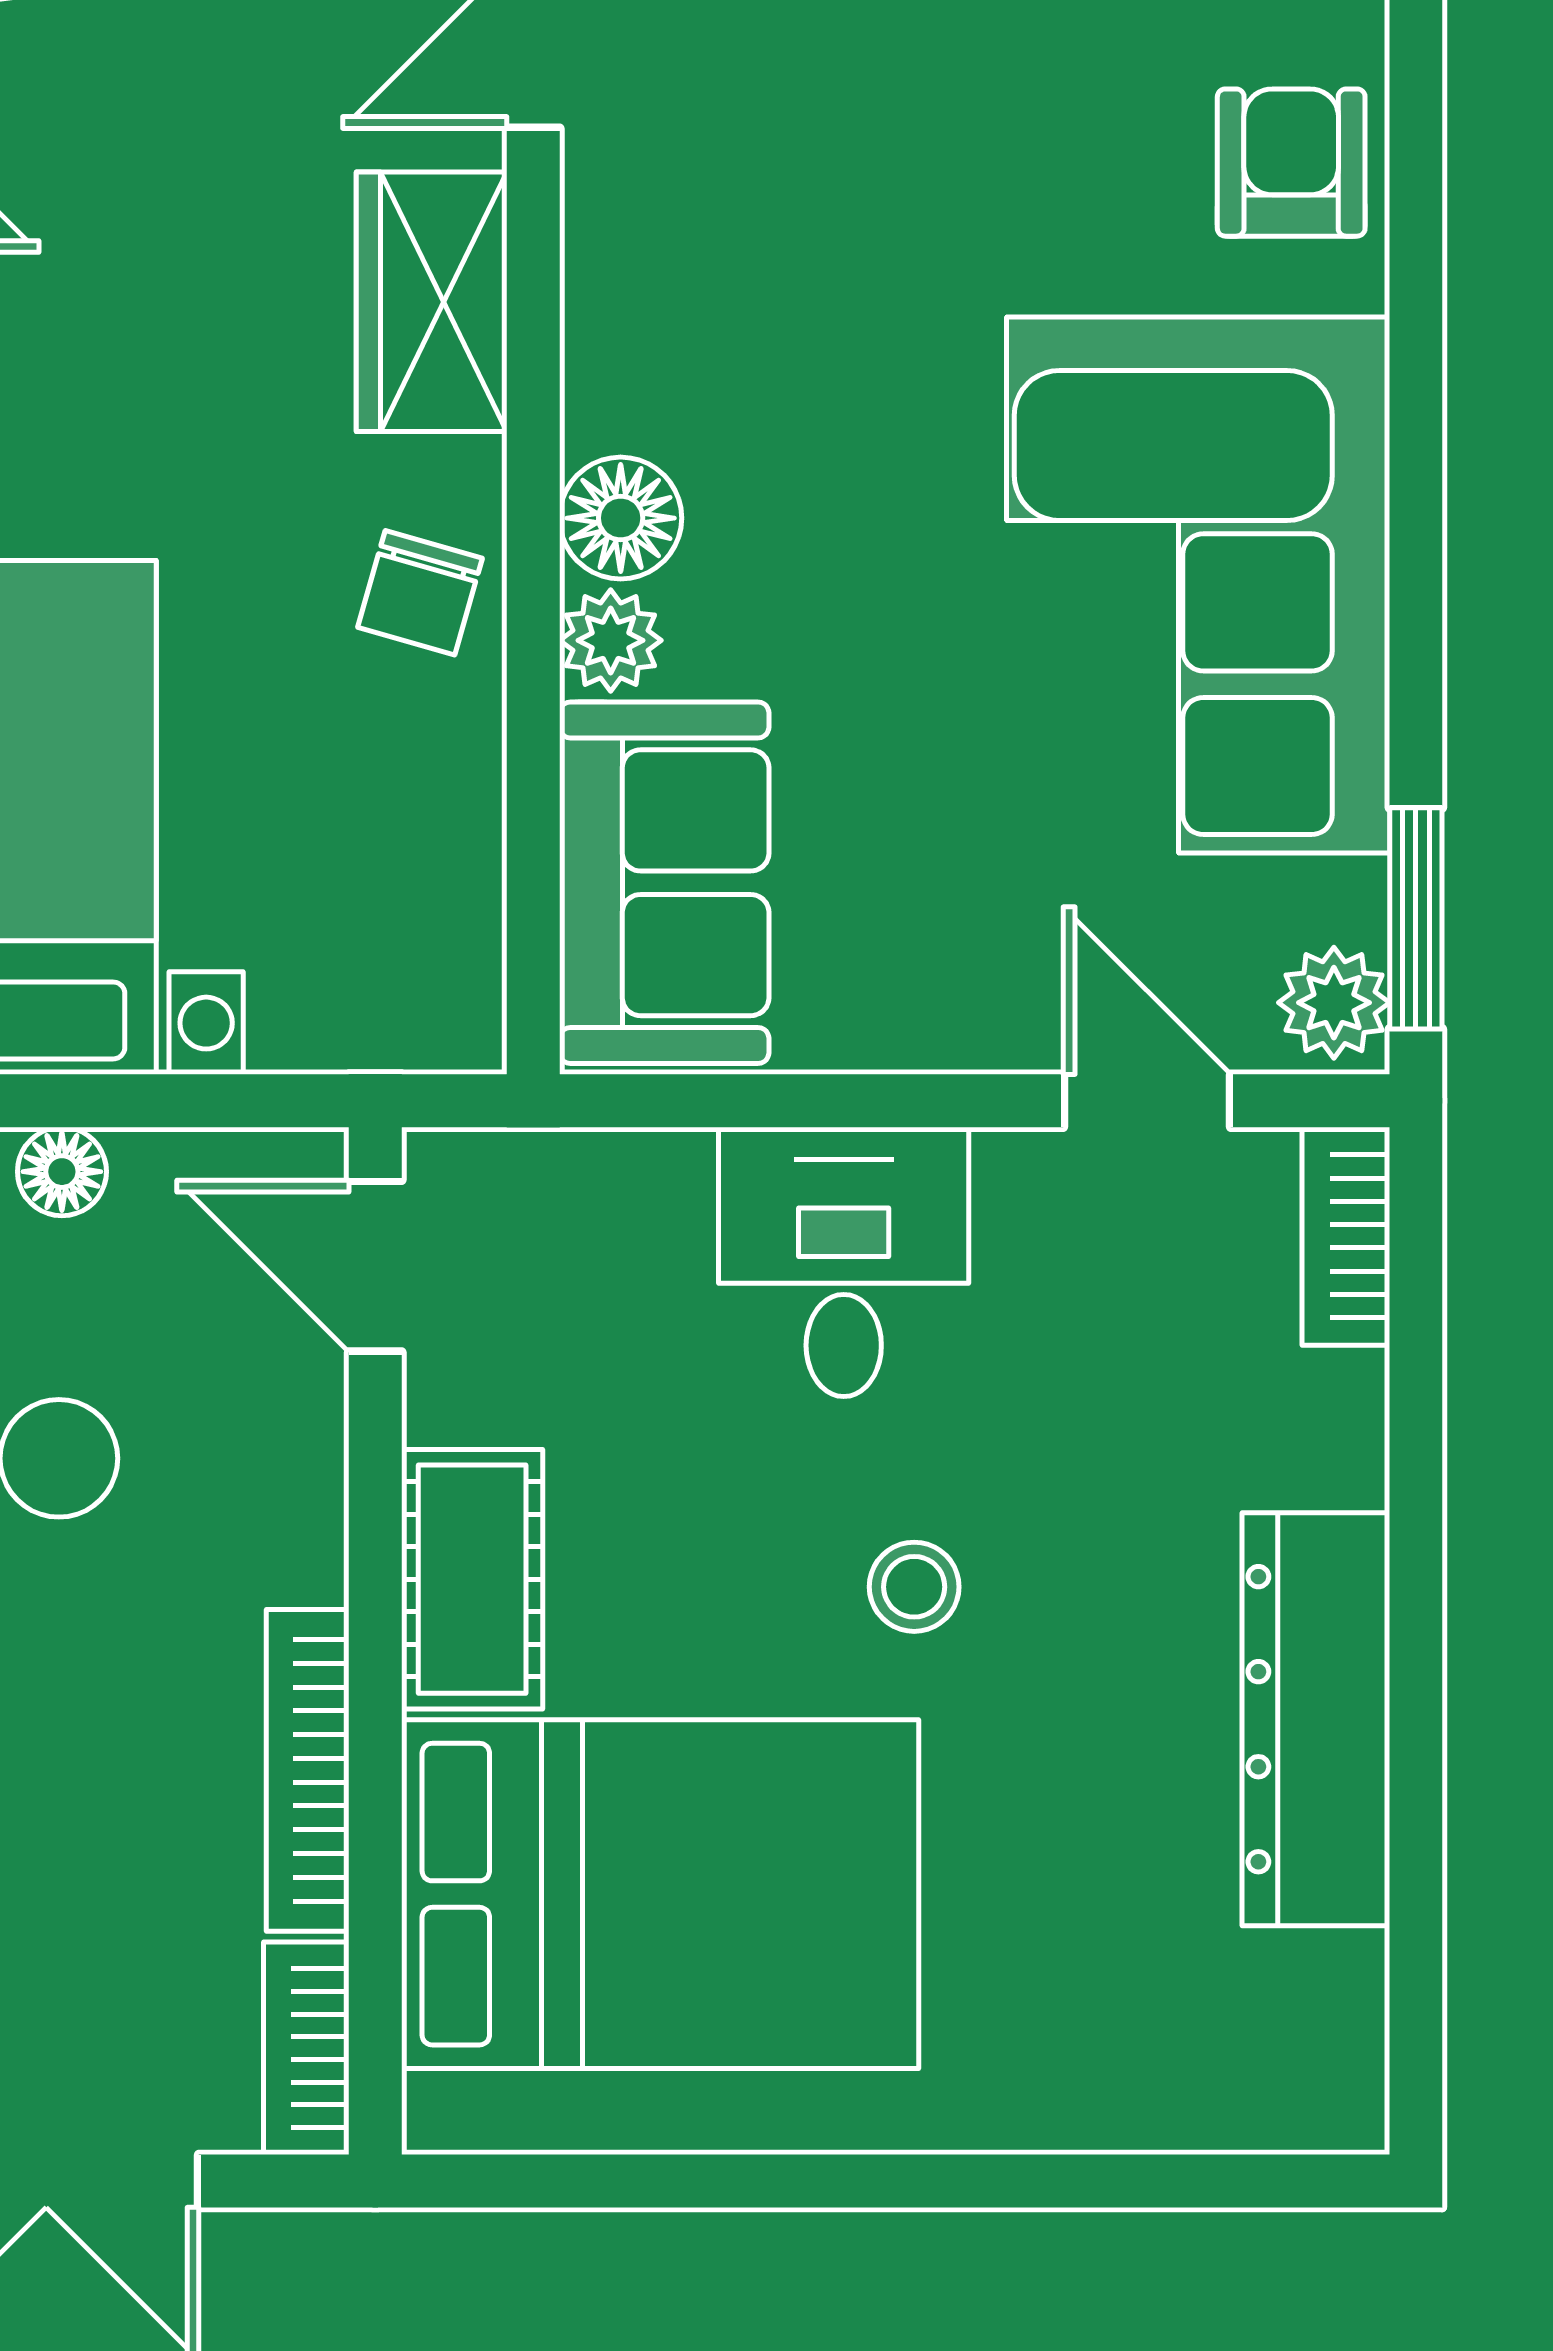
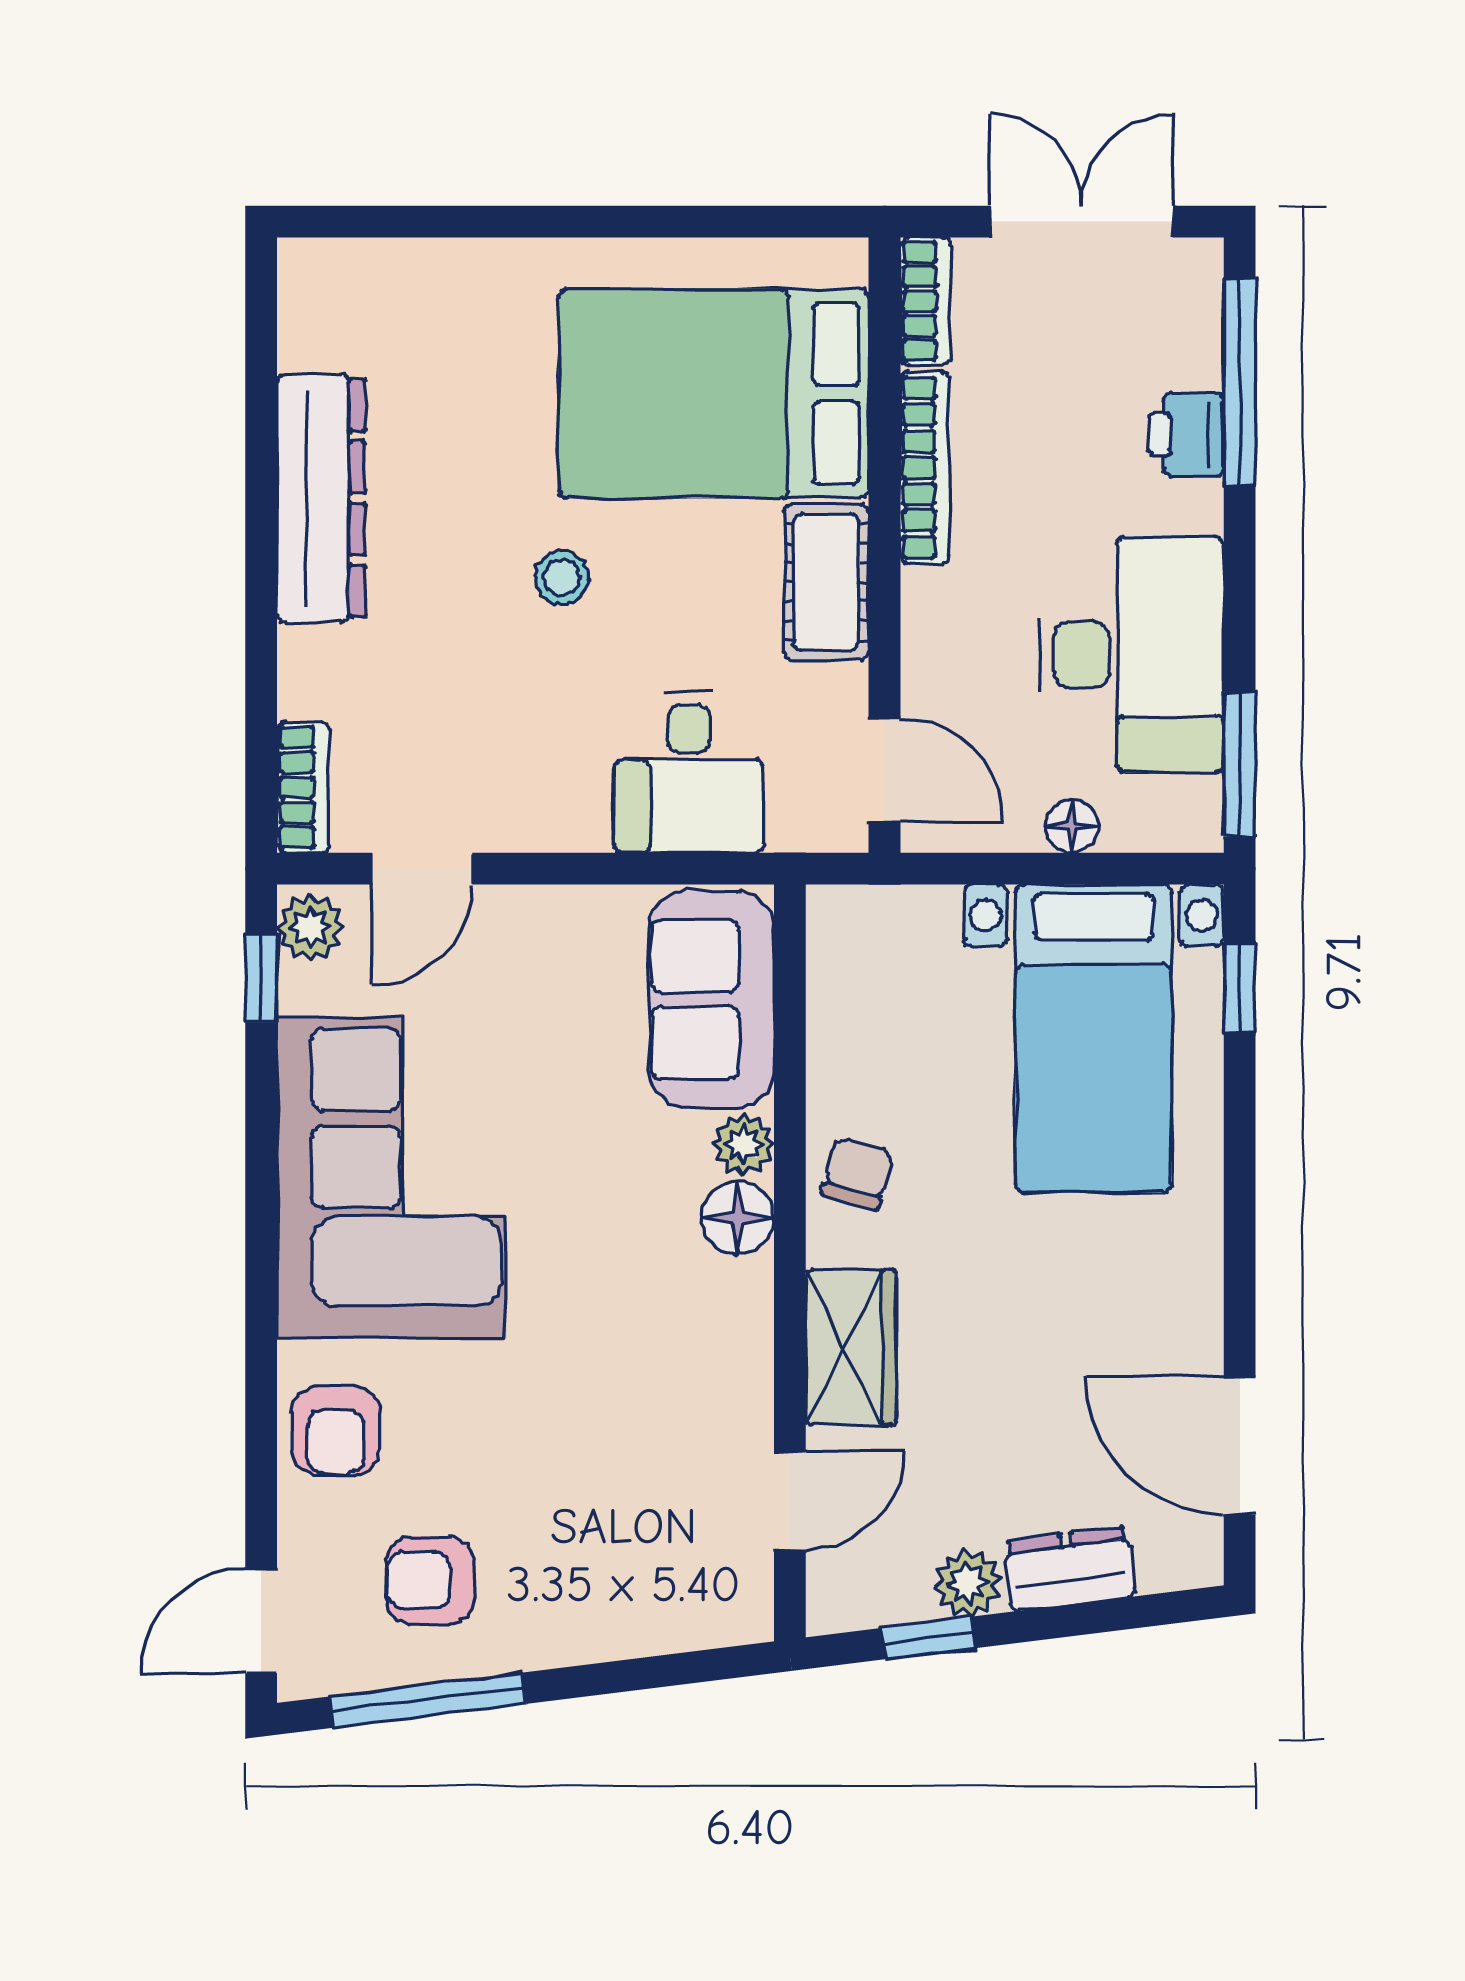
window: (1416, 918) -> (261, 978), width x0.67
door: (1147, 1101) -> (422, 869), hinge flipped
desk: (844, 1262) -> (689, 772), moved

